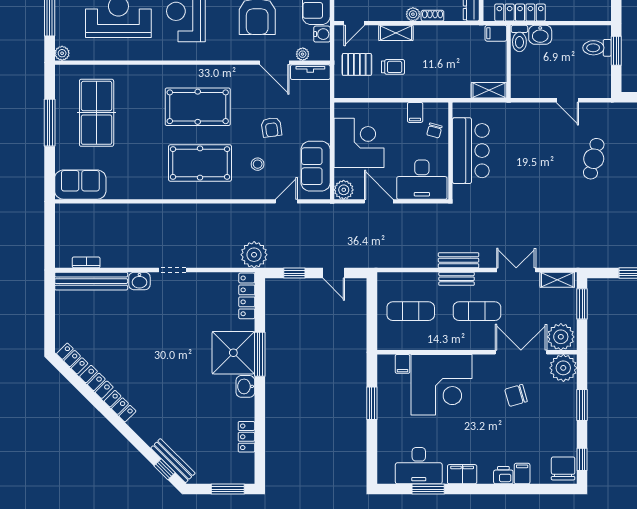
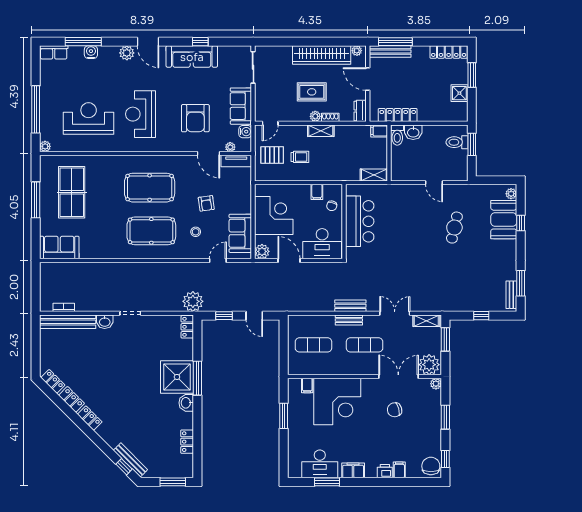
shelving: (396, 33) -> (321, 131), moved
locker: (247, 296) -> (187, 327), width x0.66
plant: (563, 368) -> (436, 384), width x0.53, depth x0.53

